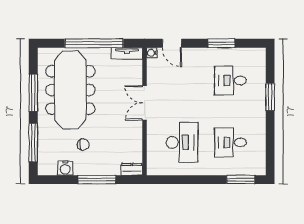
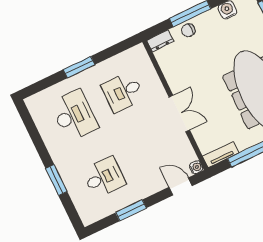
desk: (182, 142) -> (123, 92), width x0.73
desk: (230, 142) -> (74, 115), width x1.37
chair: (83, 144) -> (188, 30), moved
window: (241, 180) -> (79, 67), moved

